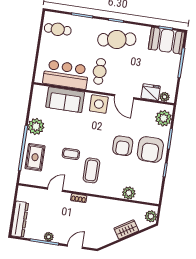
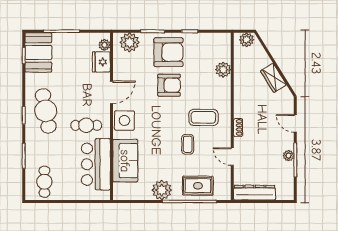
dresser: (20, 219) -> (255, 193), moved
wardrobe: (126, 229) -> (273, 78), moved

